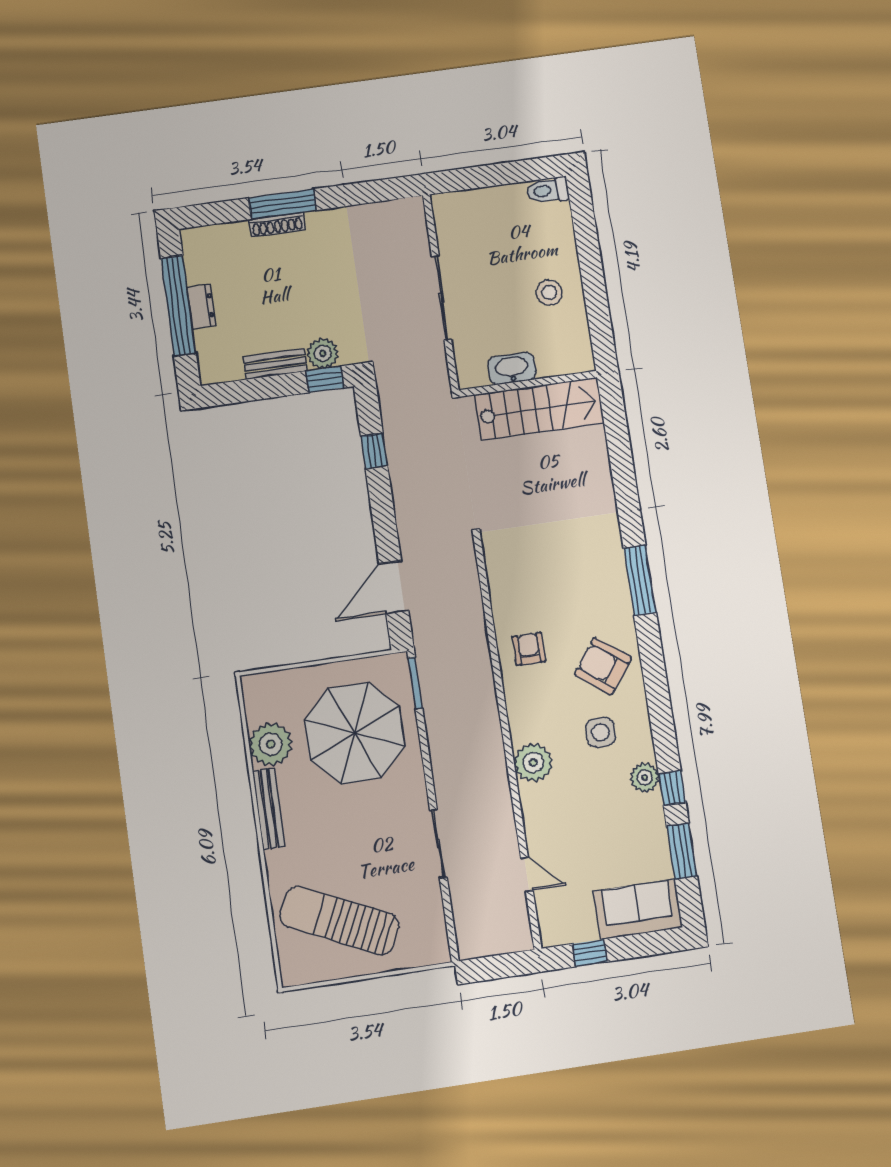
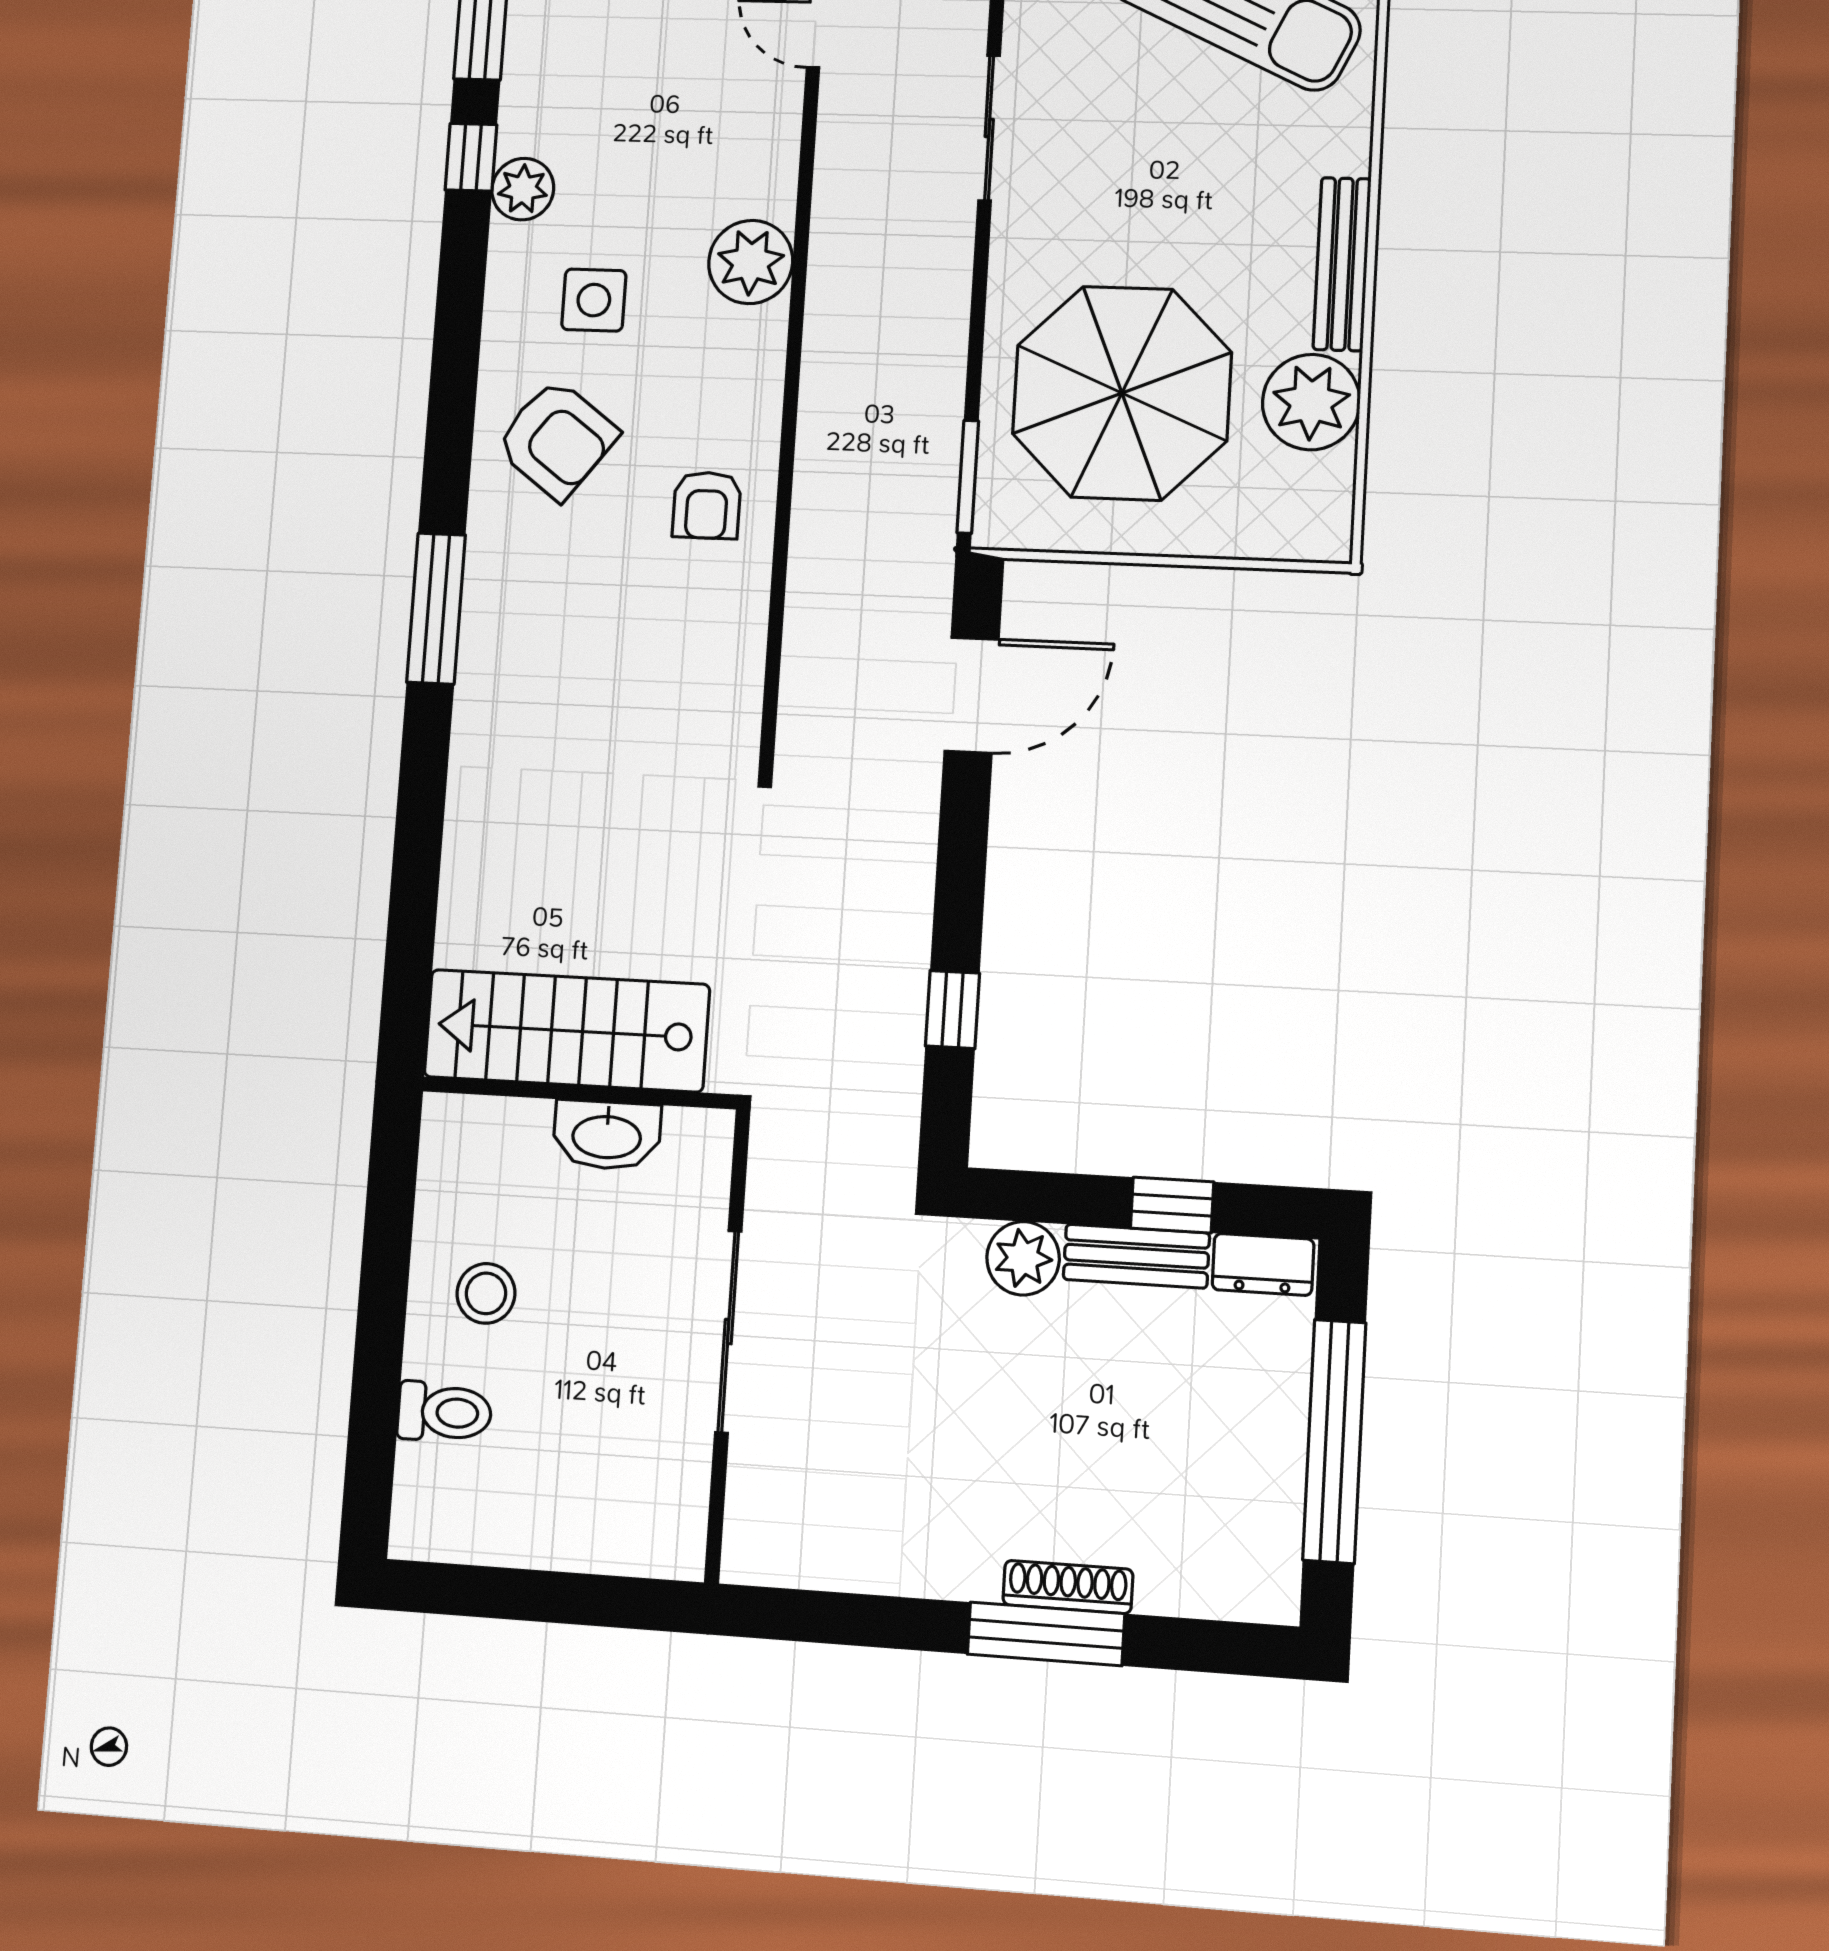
toilet: (548, 190) -> (444, 1412), moved
dresser: (201, 307) -> (1263, 1264), moved, turned -90
window: (325, 379) -> (1172, 1205), moved

